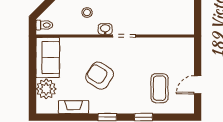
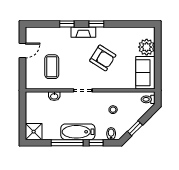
washbasin: (105, 29) -> (54, 96), moved
coffee table: (160, 88) -> (52, 67), moved
fireplace: (74, 107) -> (83, 32), moved

